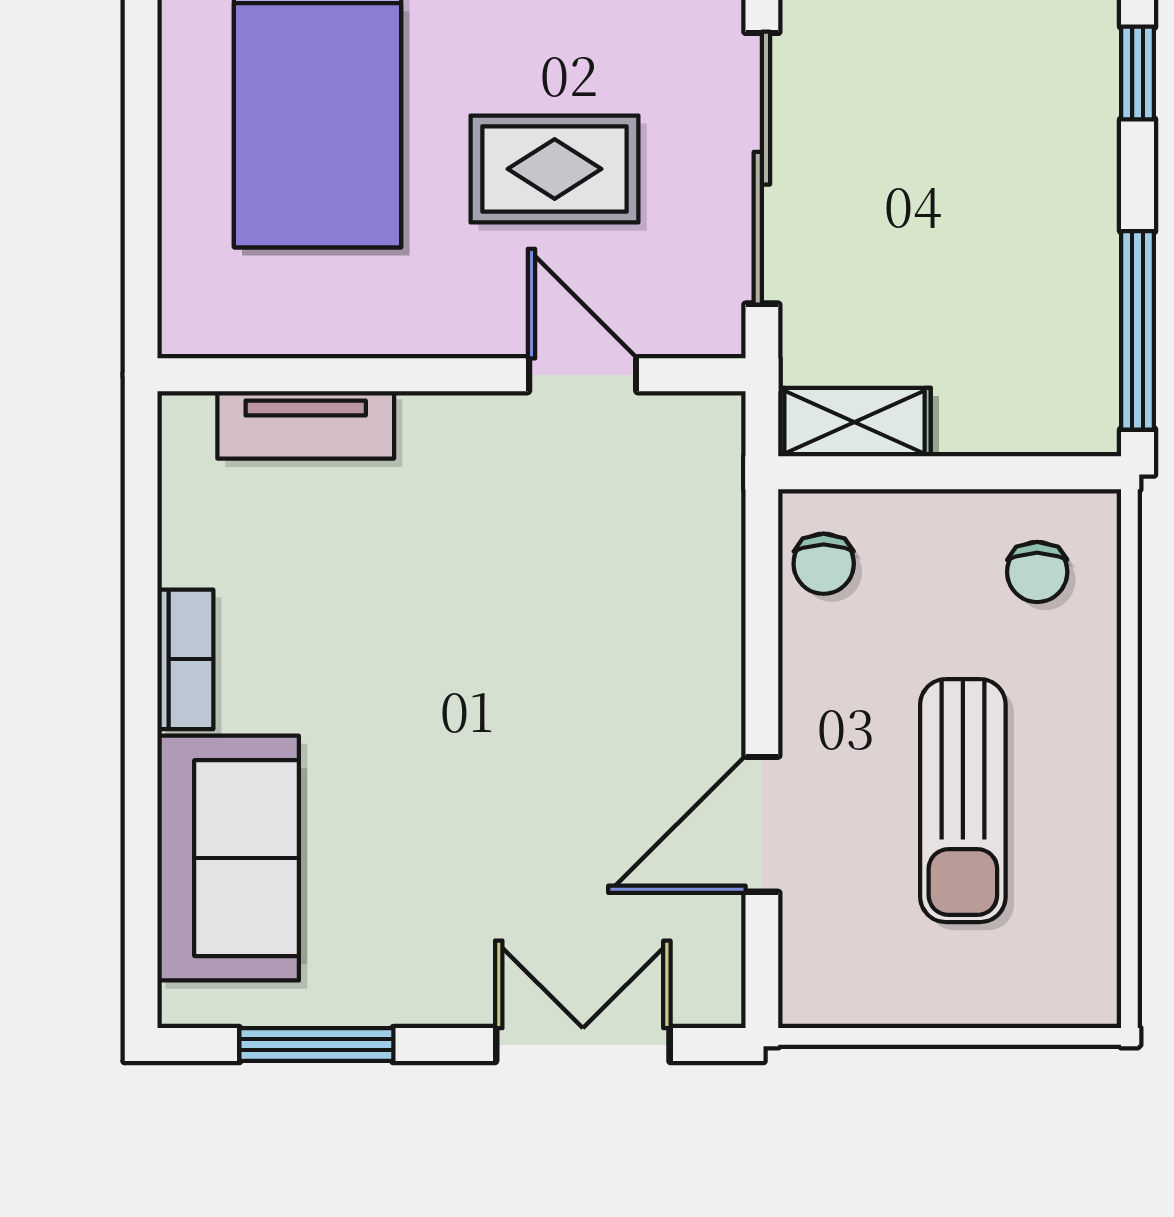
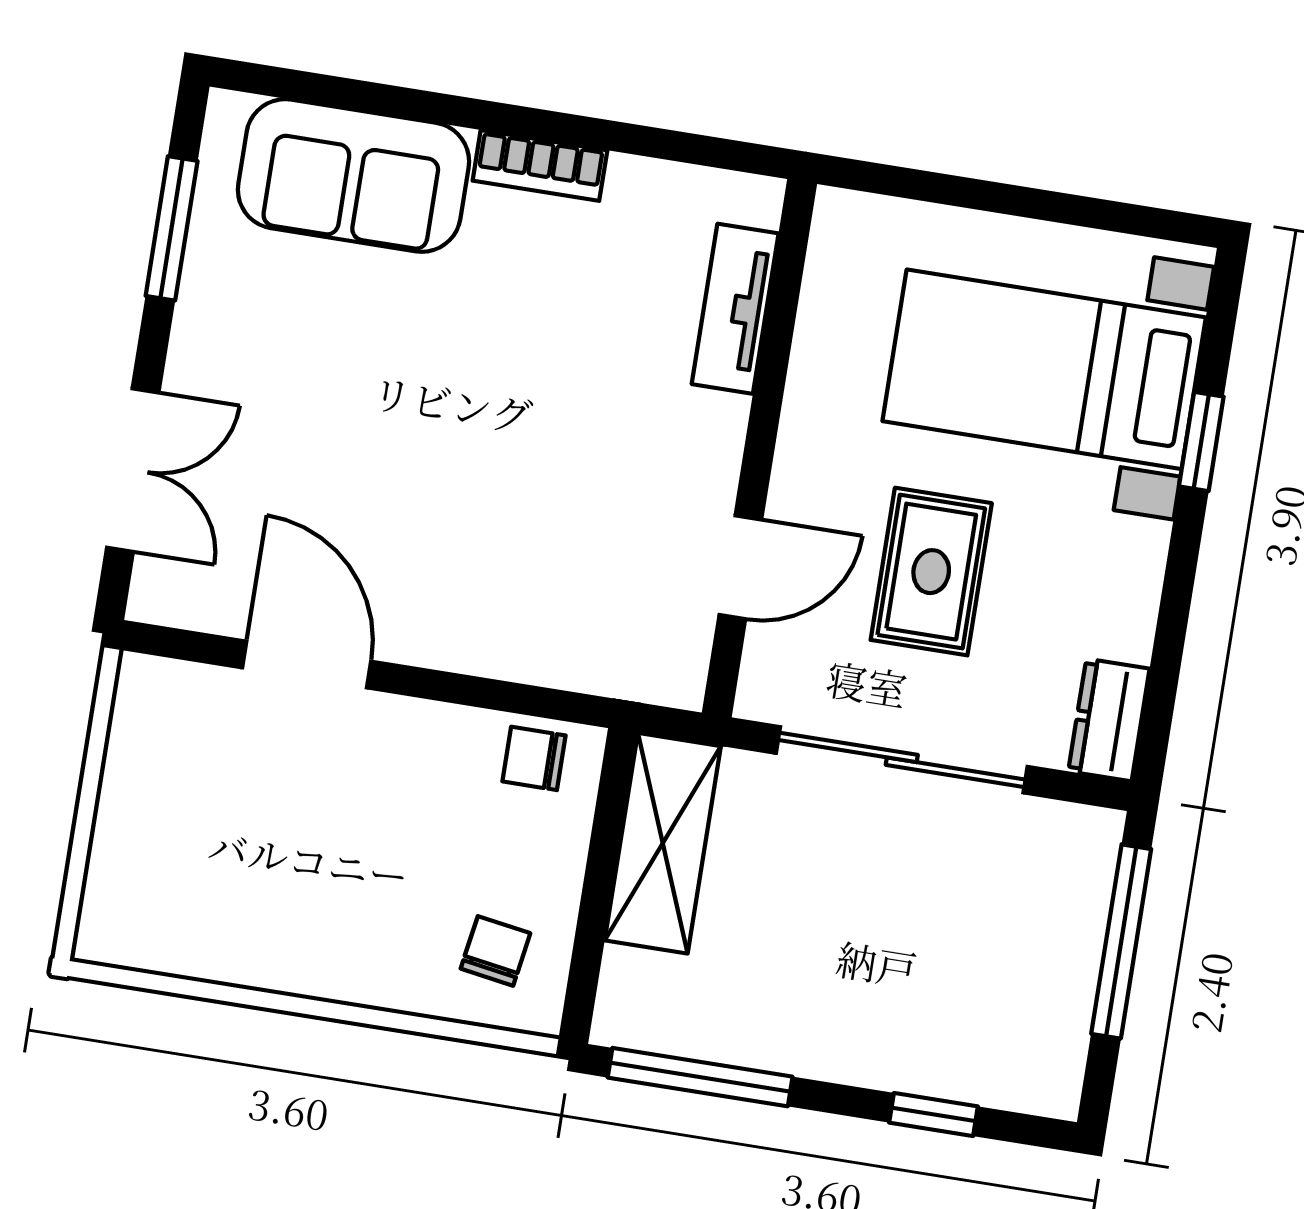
shelving: (854, 422) -> (663, 843), width x1.50, depth x1.33
chair: (1037, 572) -> (495, 951), turned 99
sun lounger: (963, 801) -> (299, 850), removed

